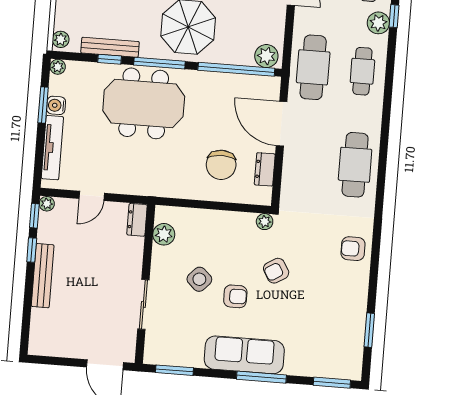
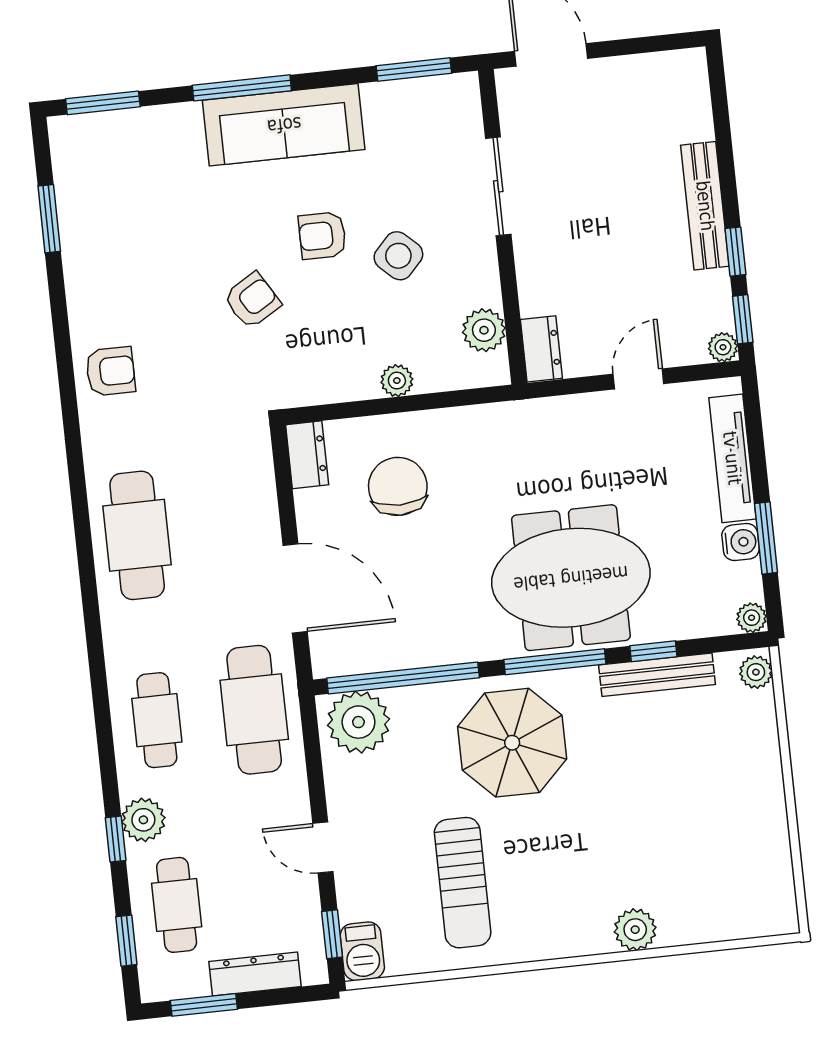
plant: (266, 56) -> (358, 722), width x1.36, depth x1.36
dresser: (265, 169) -> (307, 455), moved
plant: (265, 222) -> (397, 381), moved

